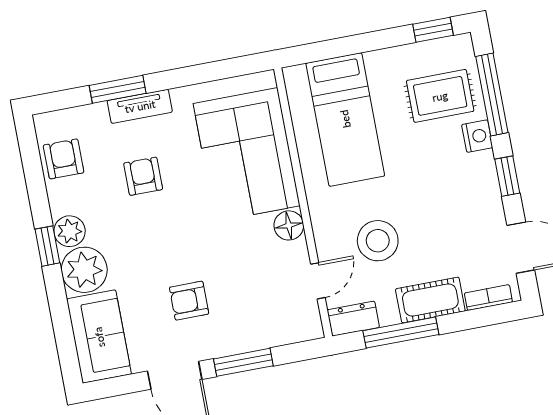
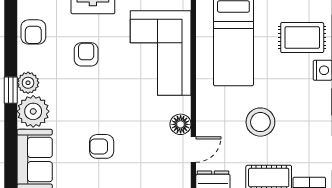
armchair: (64, 159) -> (33, 32), turned 180
floor lamp: (289, 225) -> (181, 124), moved
stool: (378, 241) -> (260, 122), moved

